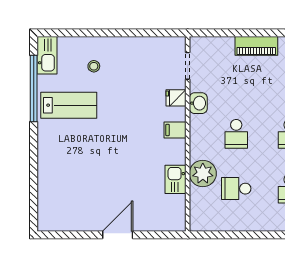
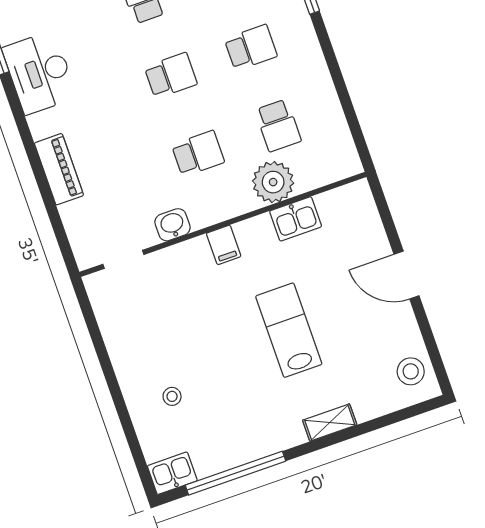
kitchen sink: (47, 55) -> (172, 473), width x0.73
fridge: (176, 98) -> (176, 260), removed
lab bench: (69, 105) -> (289, 330), moved
shelving: (44, 157) -> (330, 423), added
stool: (58, 217) -> (411, 371), added

